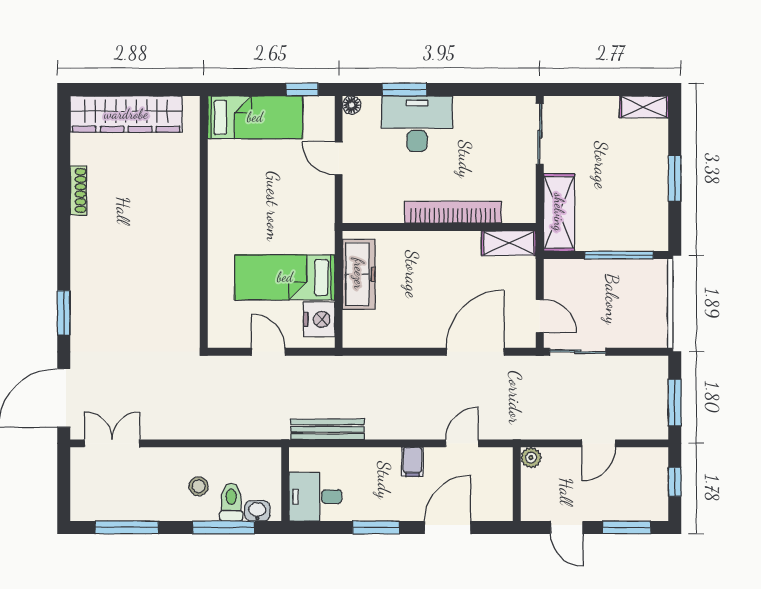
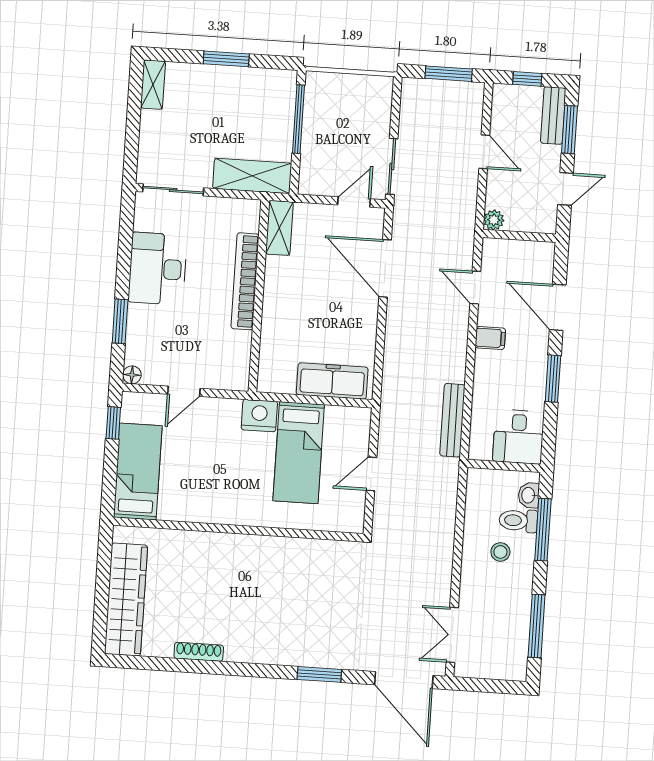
desk: (417, 124) -> (158, 269), moved
freezer: (359, 274) -> (332, 381), moved
nightstand: (319, 319) -> (259, 416), moved
bench: (640, 510) -> (553, 116), added

